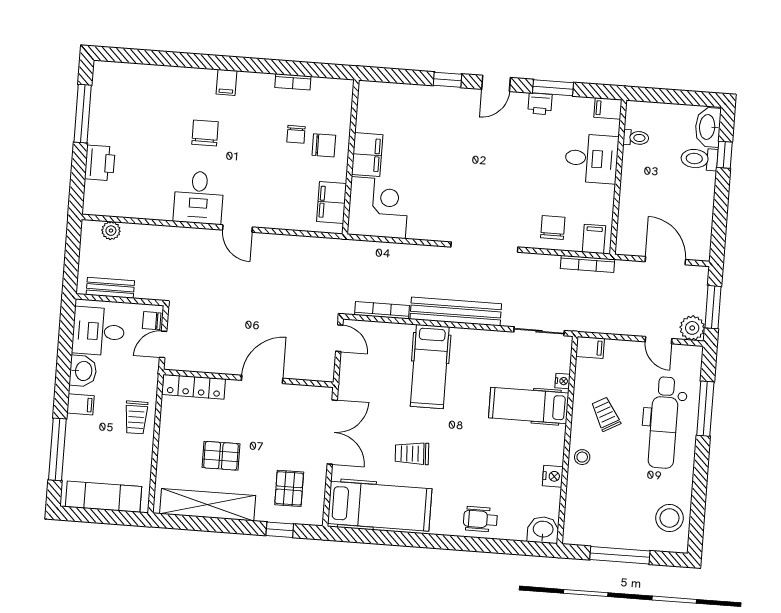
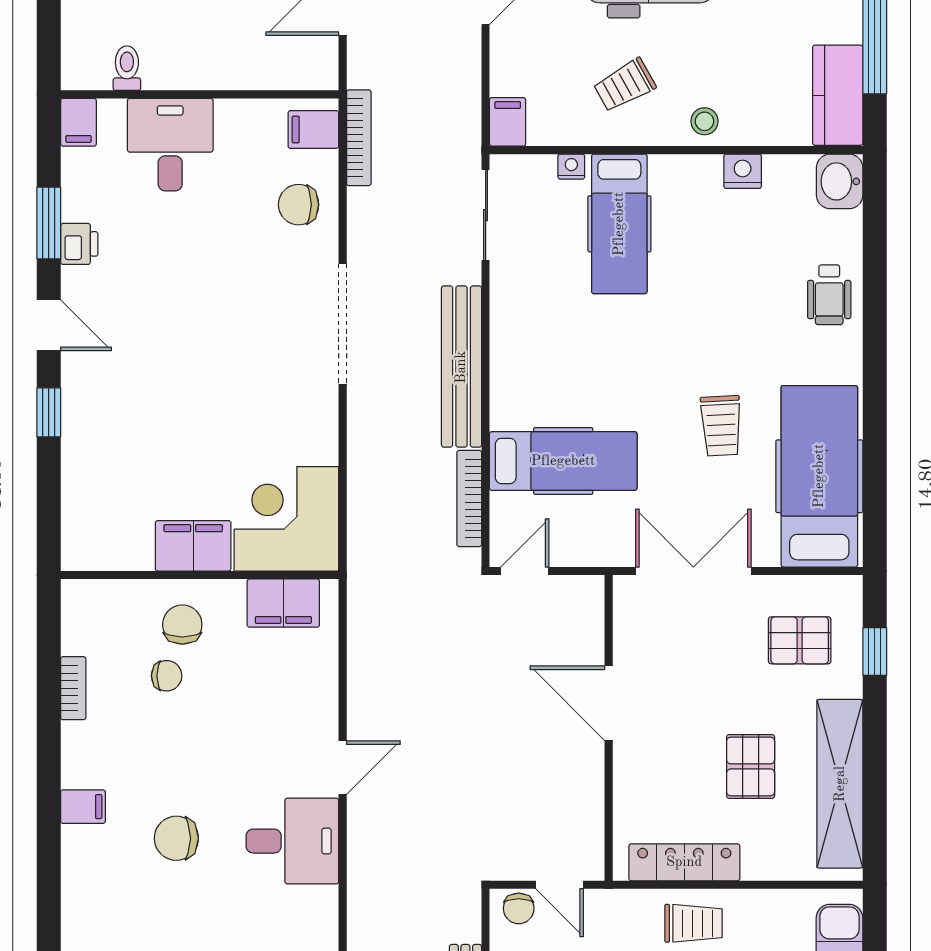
hospital bed: (430, 367) -> (563, 461), moved
locker: (194, 387) -> (684, 862), moved, turned -90
kitchen counter: (591, 532) -> (838, 95), added

